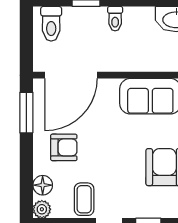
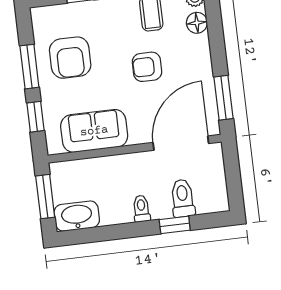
toilet: (51, 24) -> (183, 198), moved
armchair: (64, 147) -> (147, 67), moved

